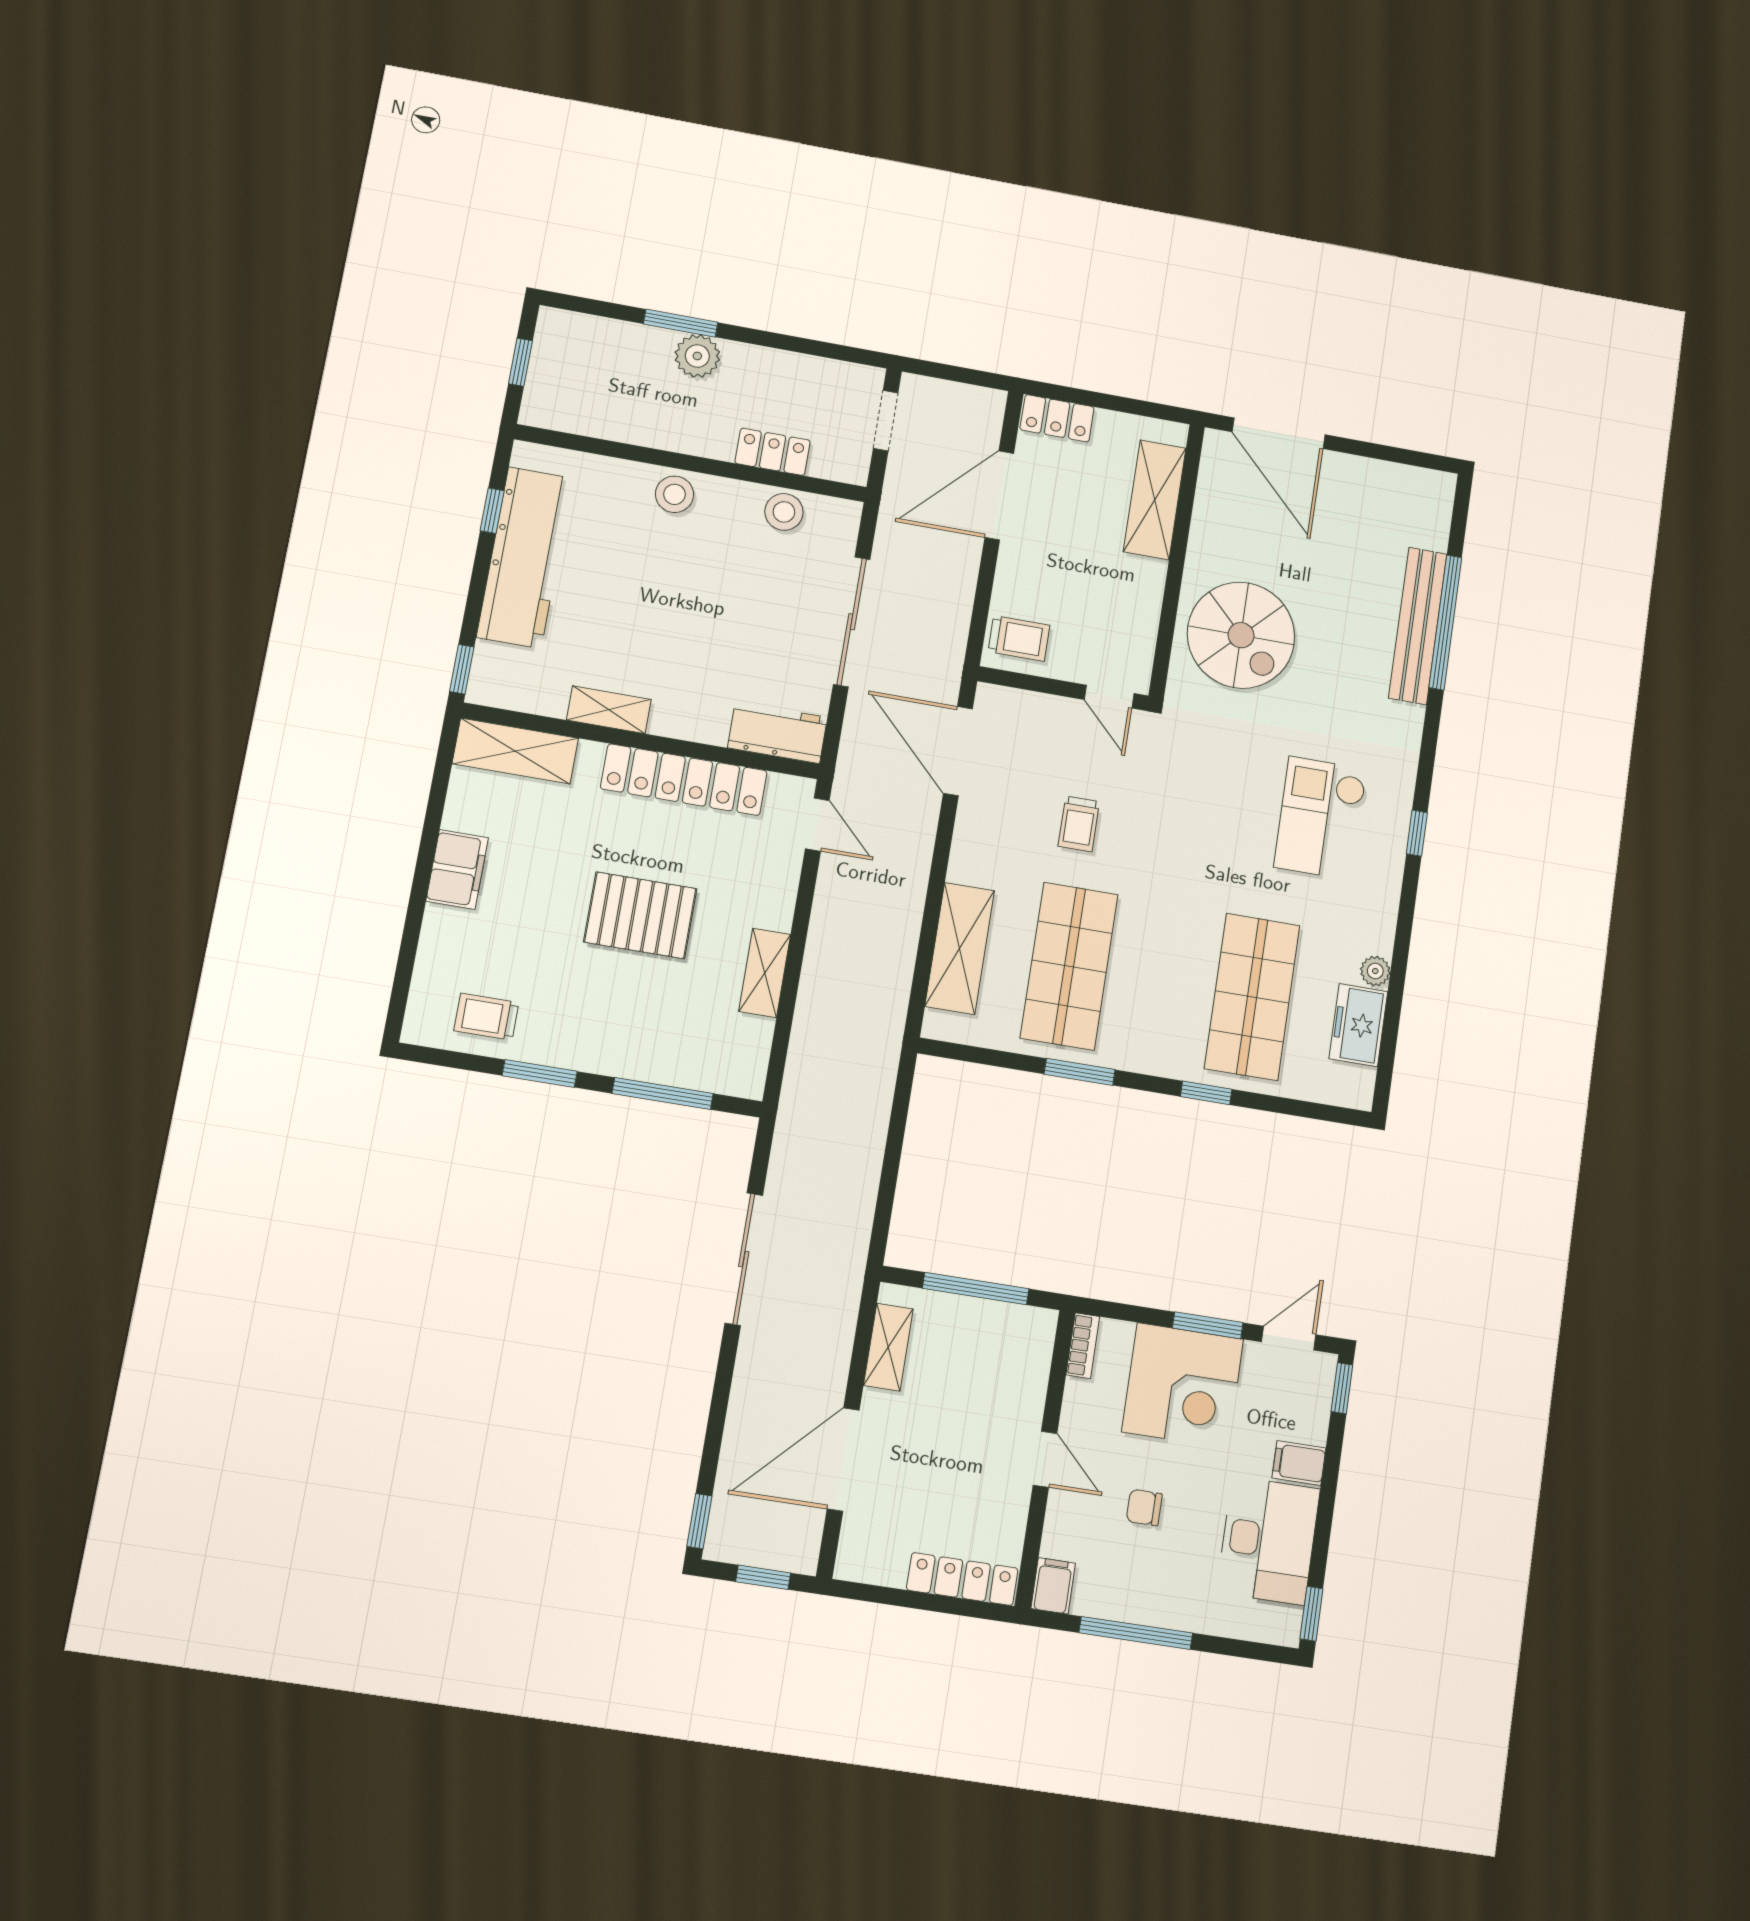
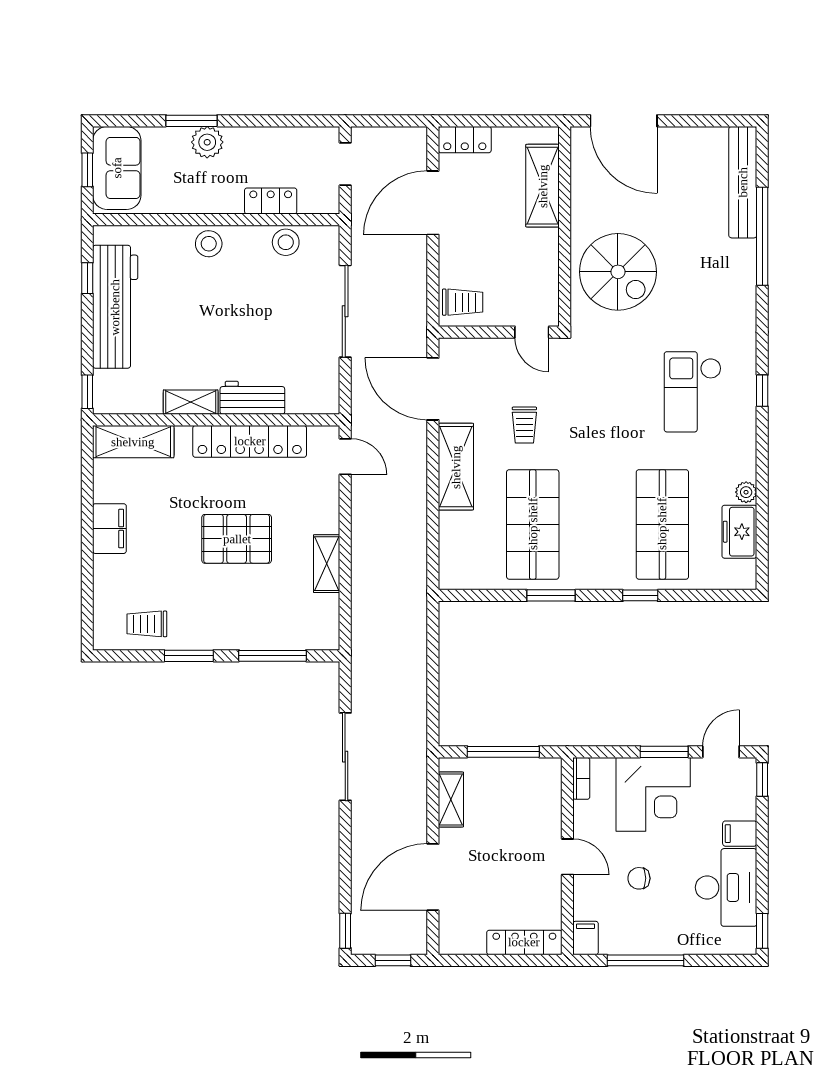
sofa: (563, 367) -> (117, 168), added
bench: (1418, 626) -> (743, 182), moved
workbench: (778, 733) -> (252, 398), moved
shelving: (960, 948) -> (456, 467), moved

